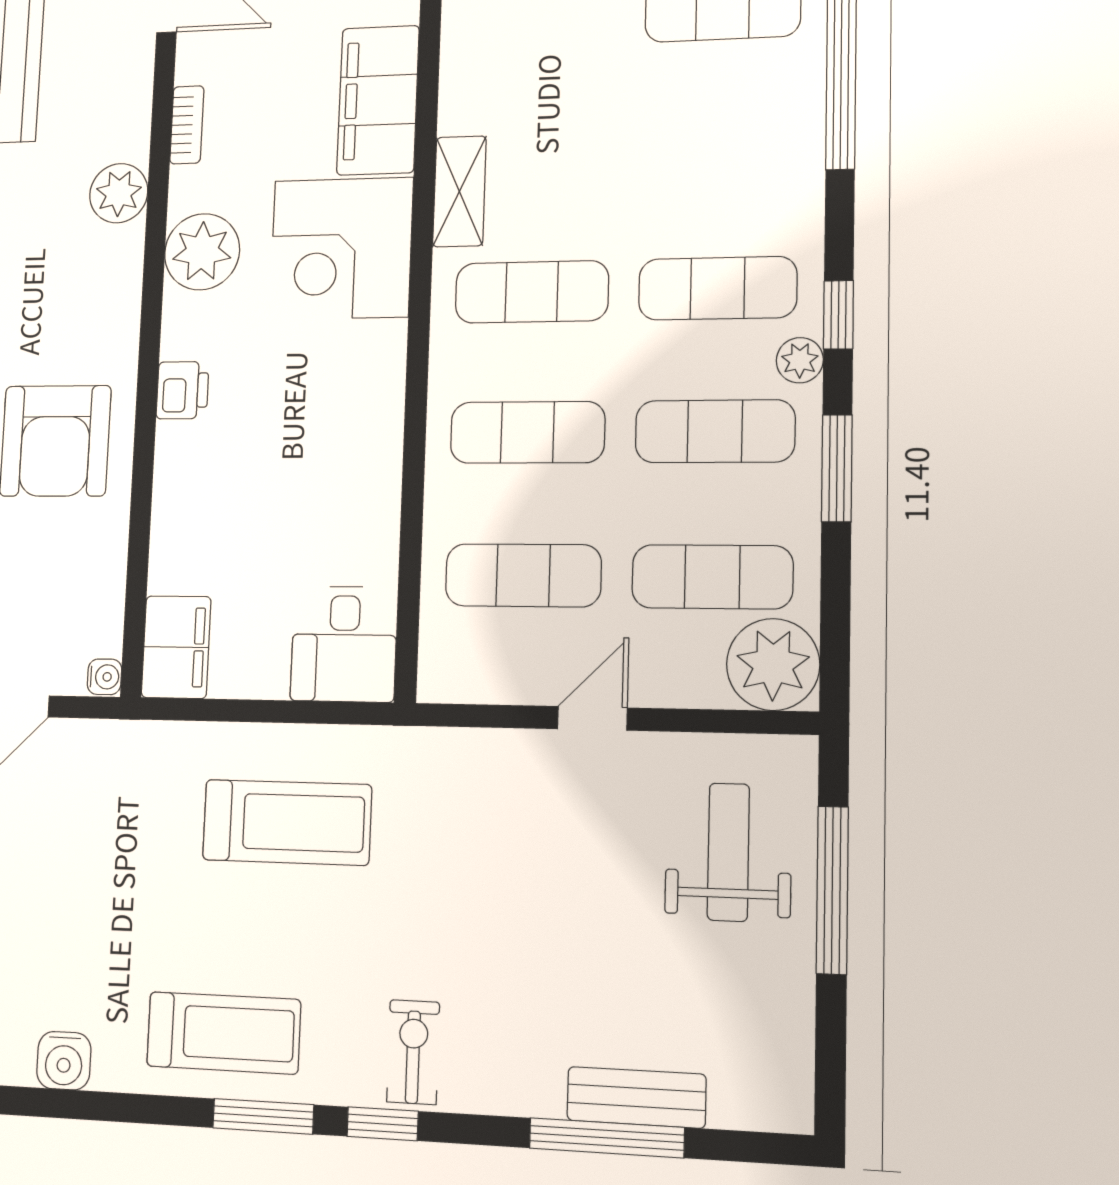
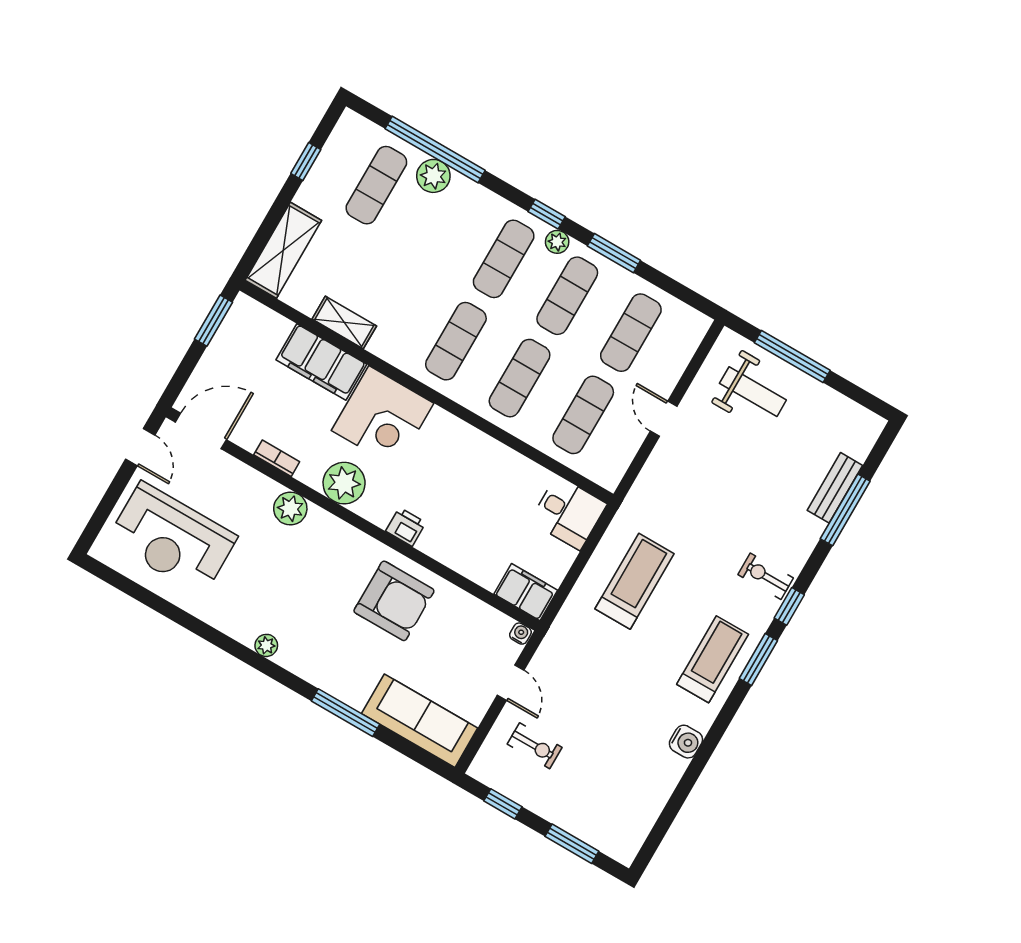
shelving: (459, 191) -> (344, 322), moved
plant: (773, 664) -> (433, 176), moved, width x0.73, depth x0.73
weight bench: (728, 852) -> (753, 392), turned 180

